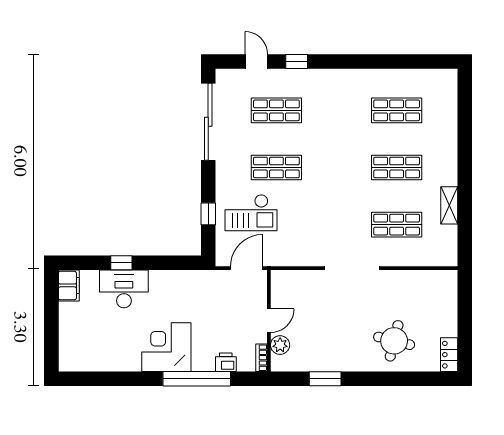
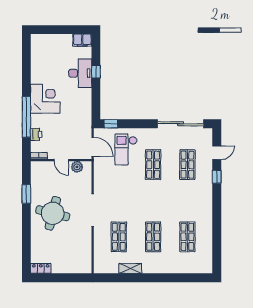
window: (208, 214) -> (111, 124), moved
round table: (394, 341) -> (53, 213), moved, width x1.36, depth x1.36
plant: (280, 345) -> (77, 167), moved

